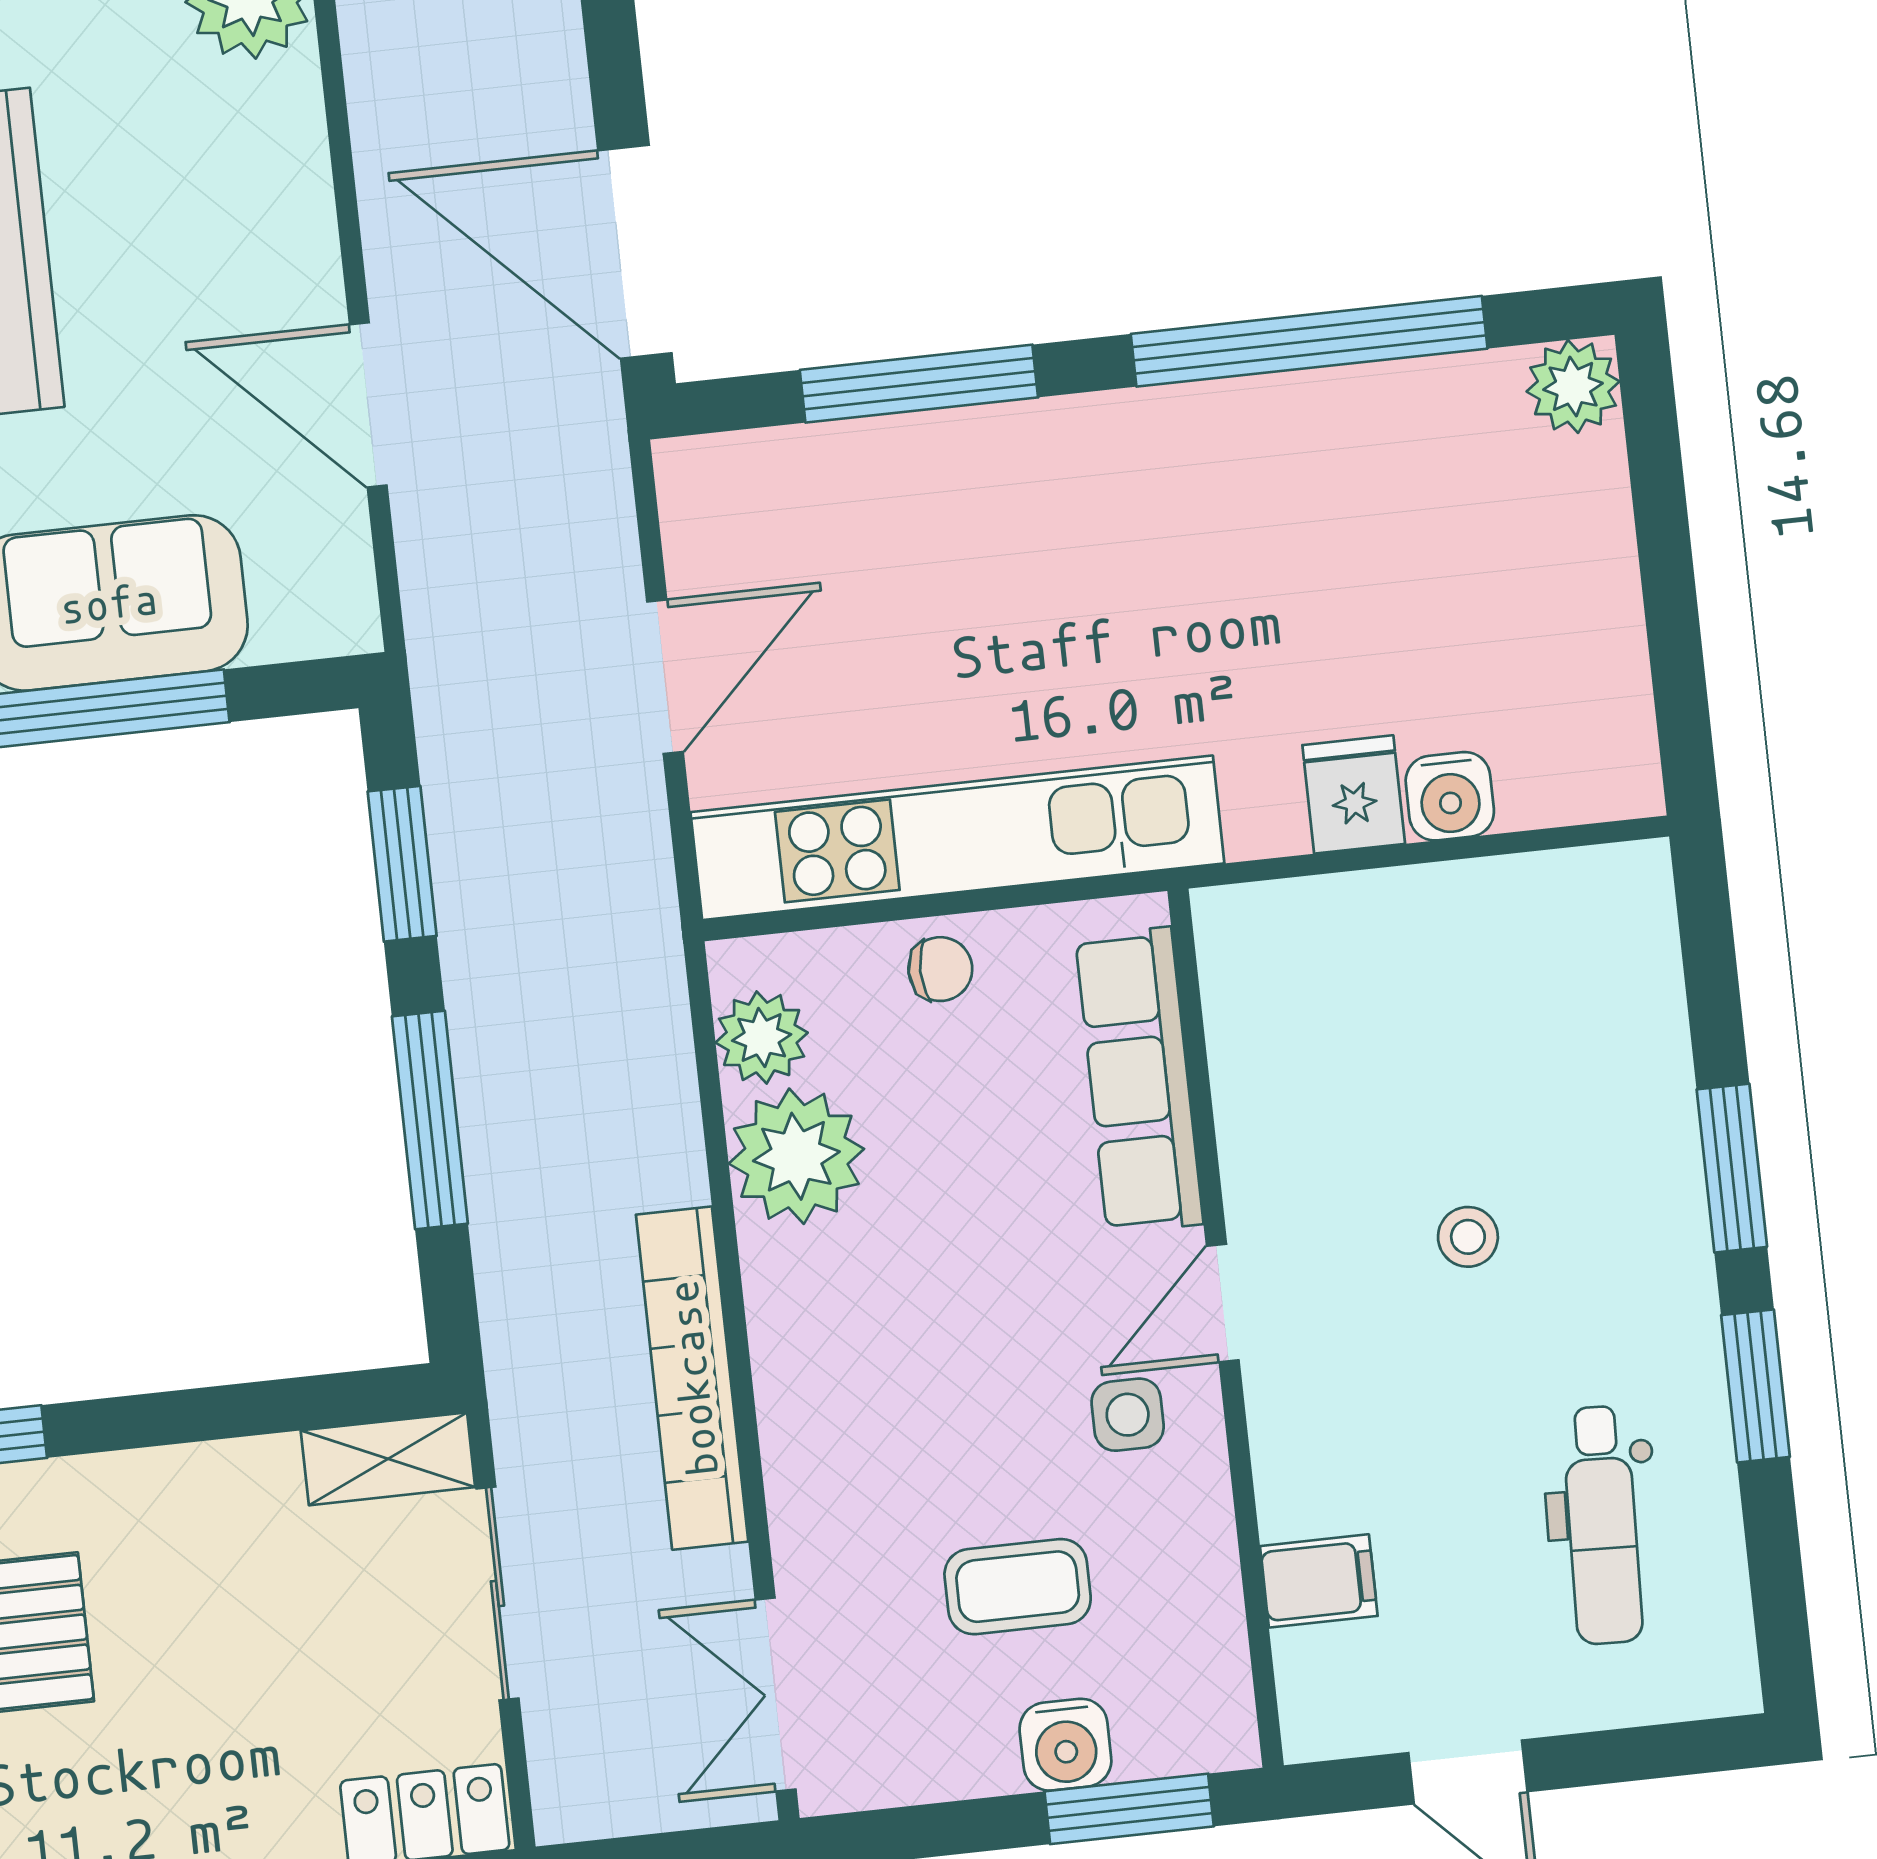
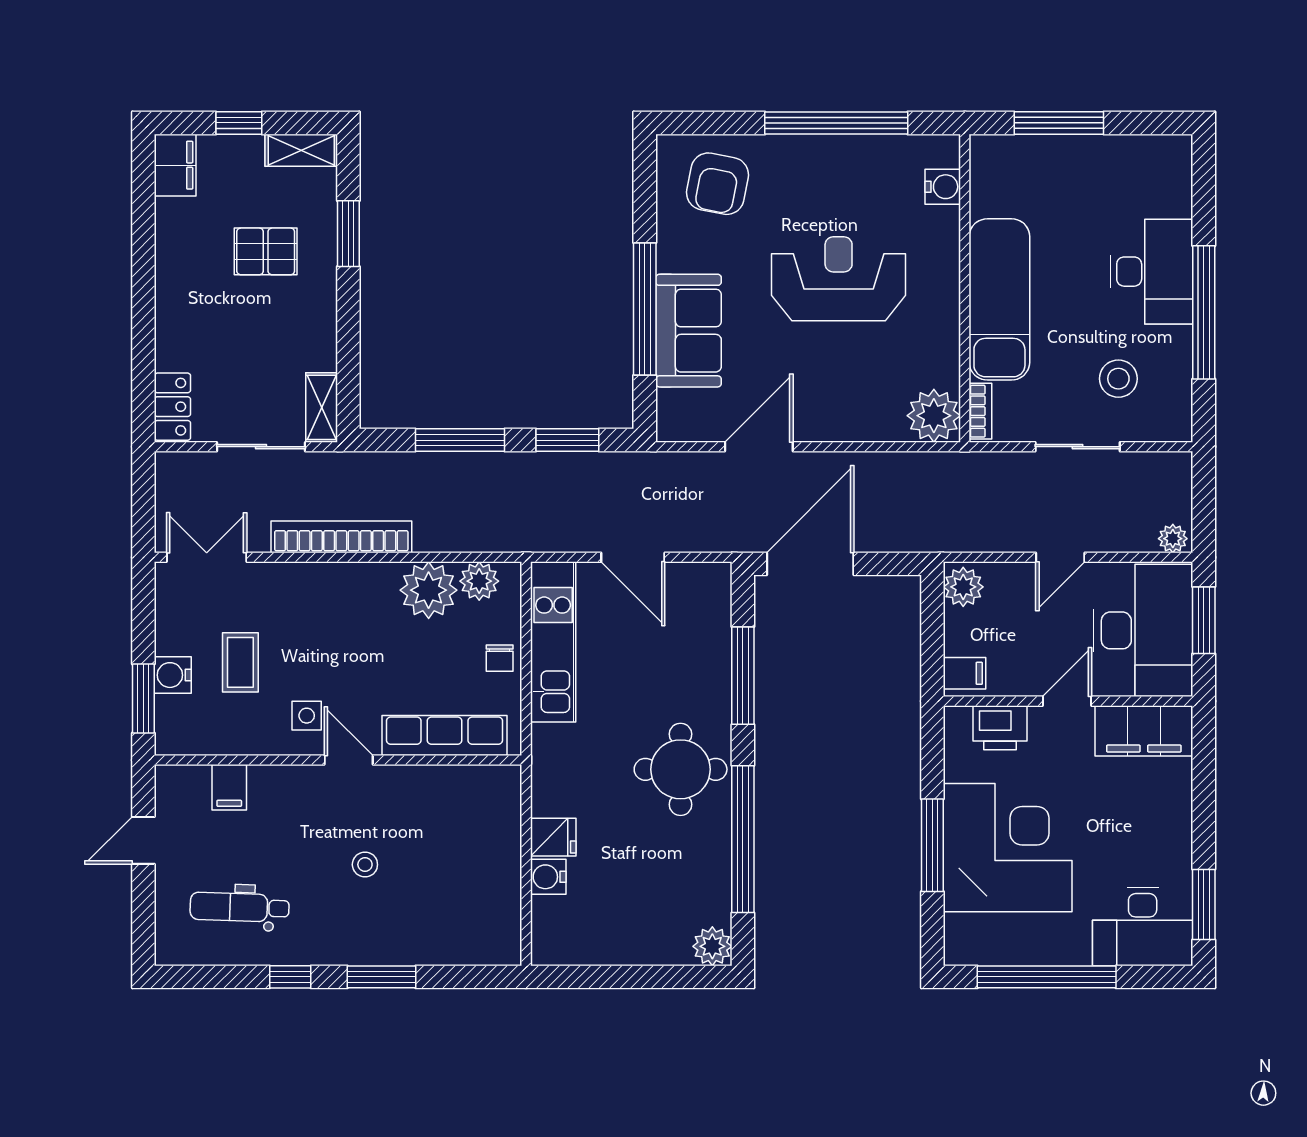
round table: (1159, 508) -> (681, 769), added
kitchen unit: (957, 838) -> (553, 642), width x0.73
window: (1756, 1386) -> (290, 977), width x0.67

